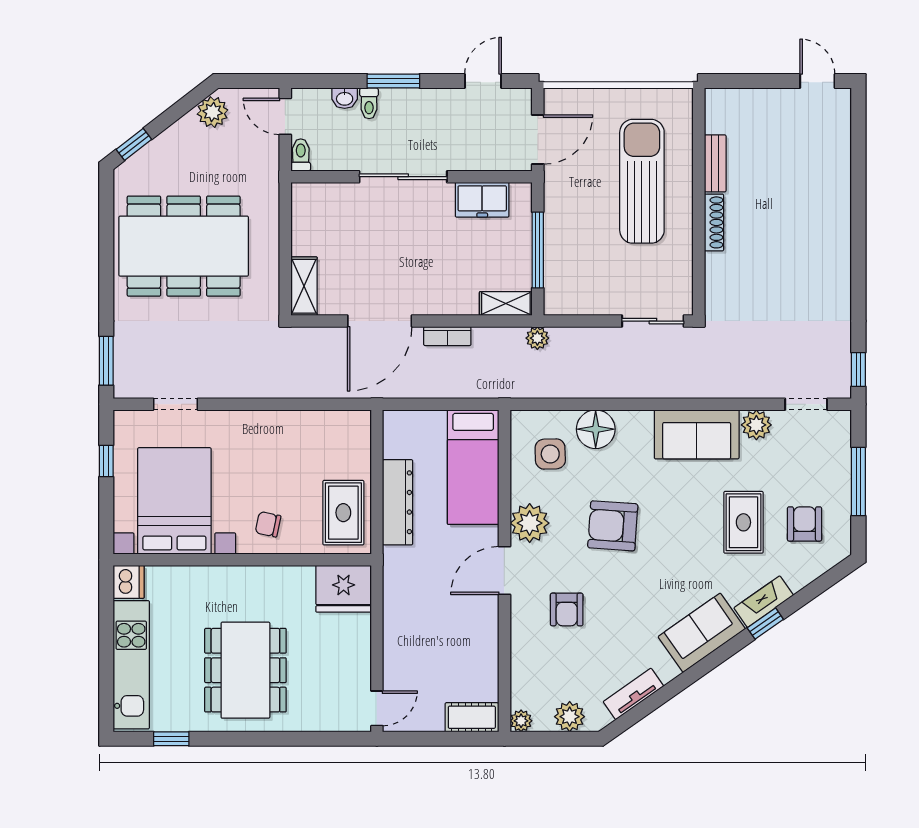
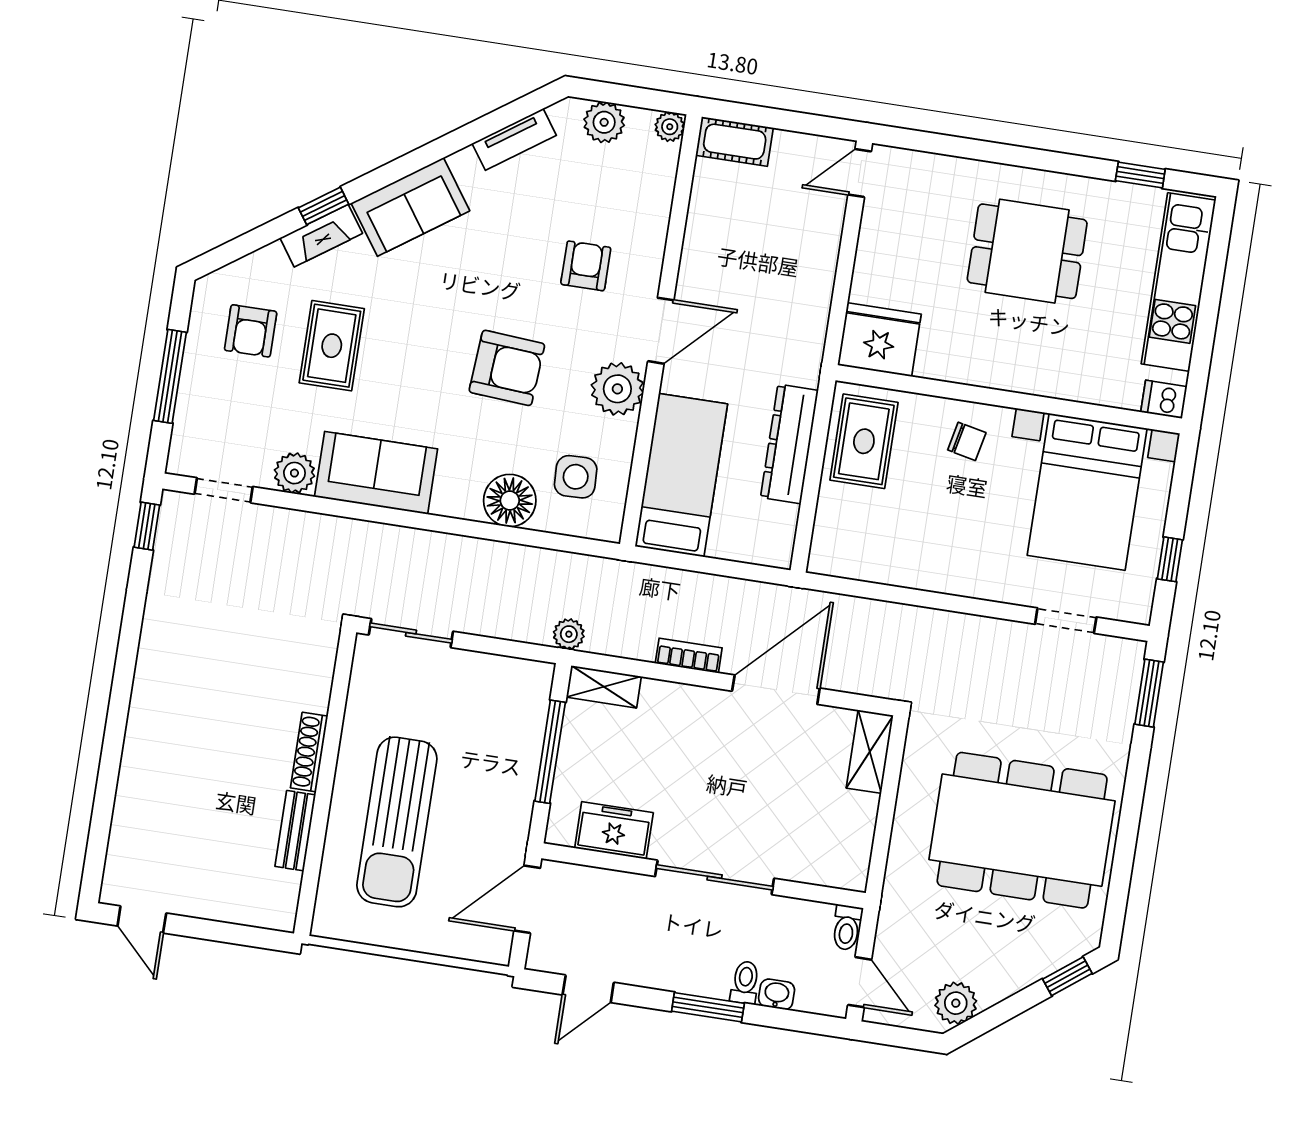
dishwasher: (129, 582) -> (1164, 399), width x0.73
dining table: (245, 670) -> (1027, 251), width x0.73

